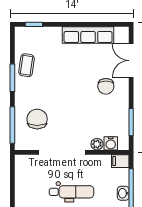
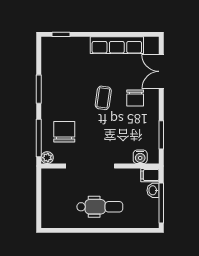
coffee table: (27, 65) -> (103, 98), moved
plant: (97, 144) -> (47, 158), moved
washbasin: (123, 193) -> (153, 190), moved

